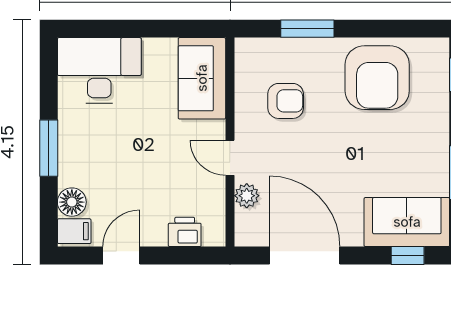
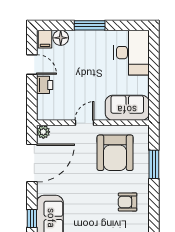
armchair: (377, 78) -> (128, 202), width x0.53, depth x0.53
armchair: (286, 101) -> (115, 153), width x1.88, depth x1.88
plant: (247, 196) -> (43, 132), moved
printer: (185, 232) -> (45, 85), moved

